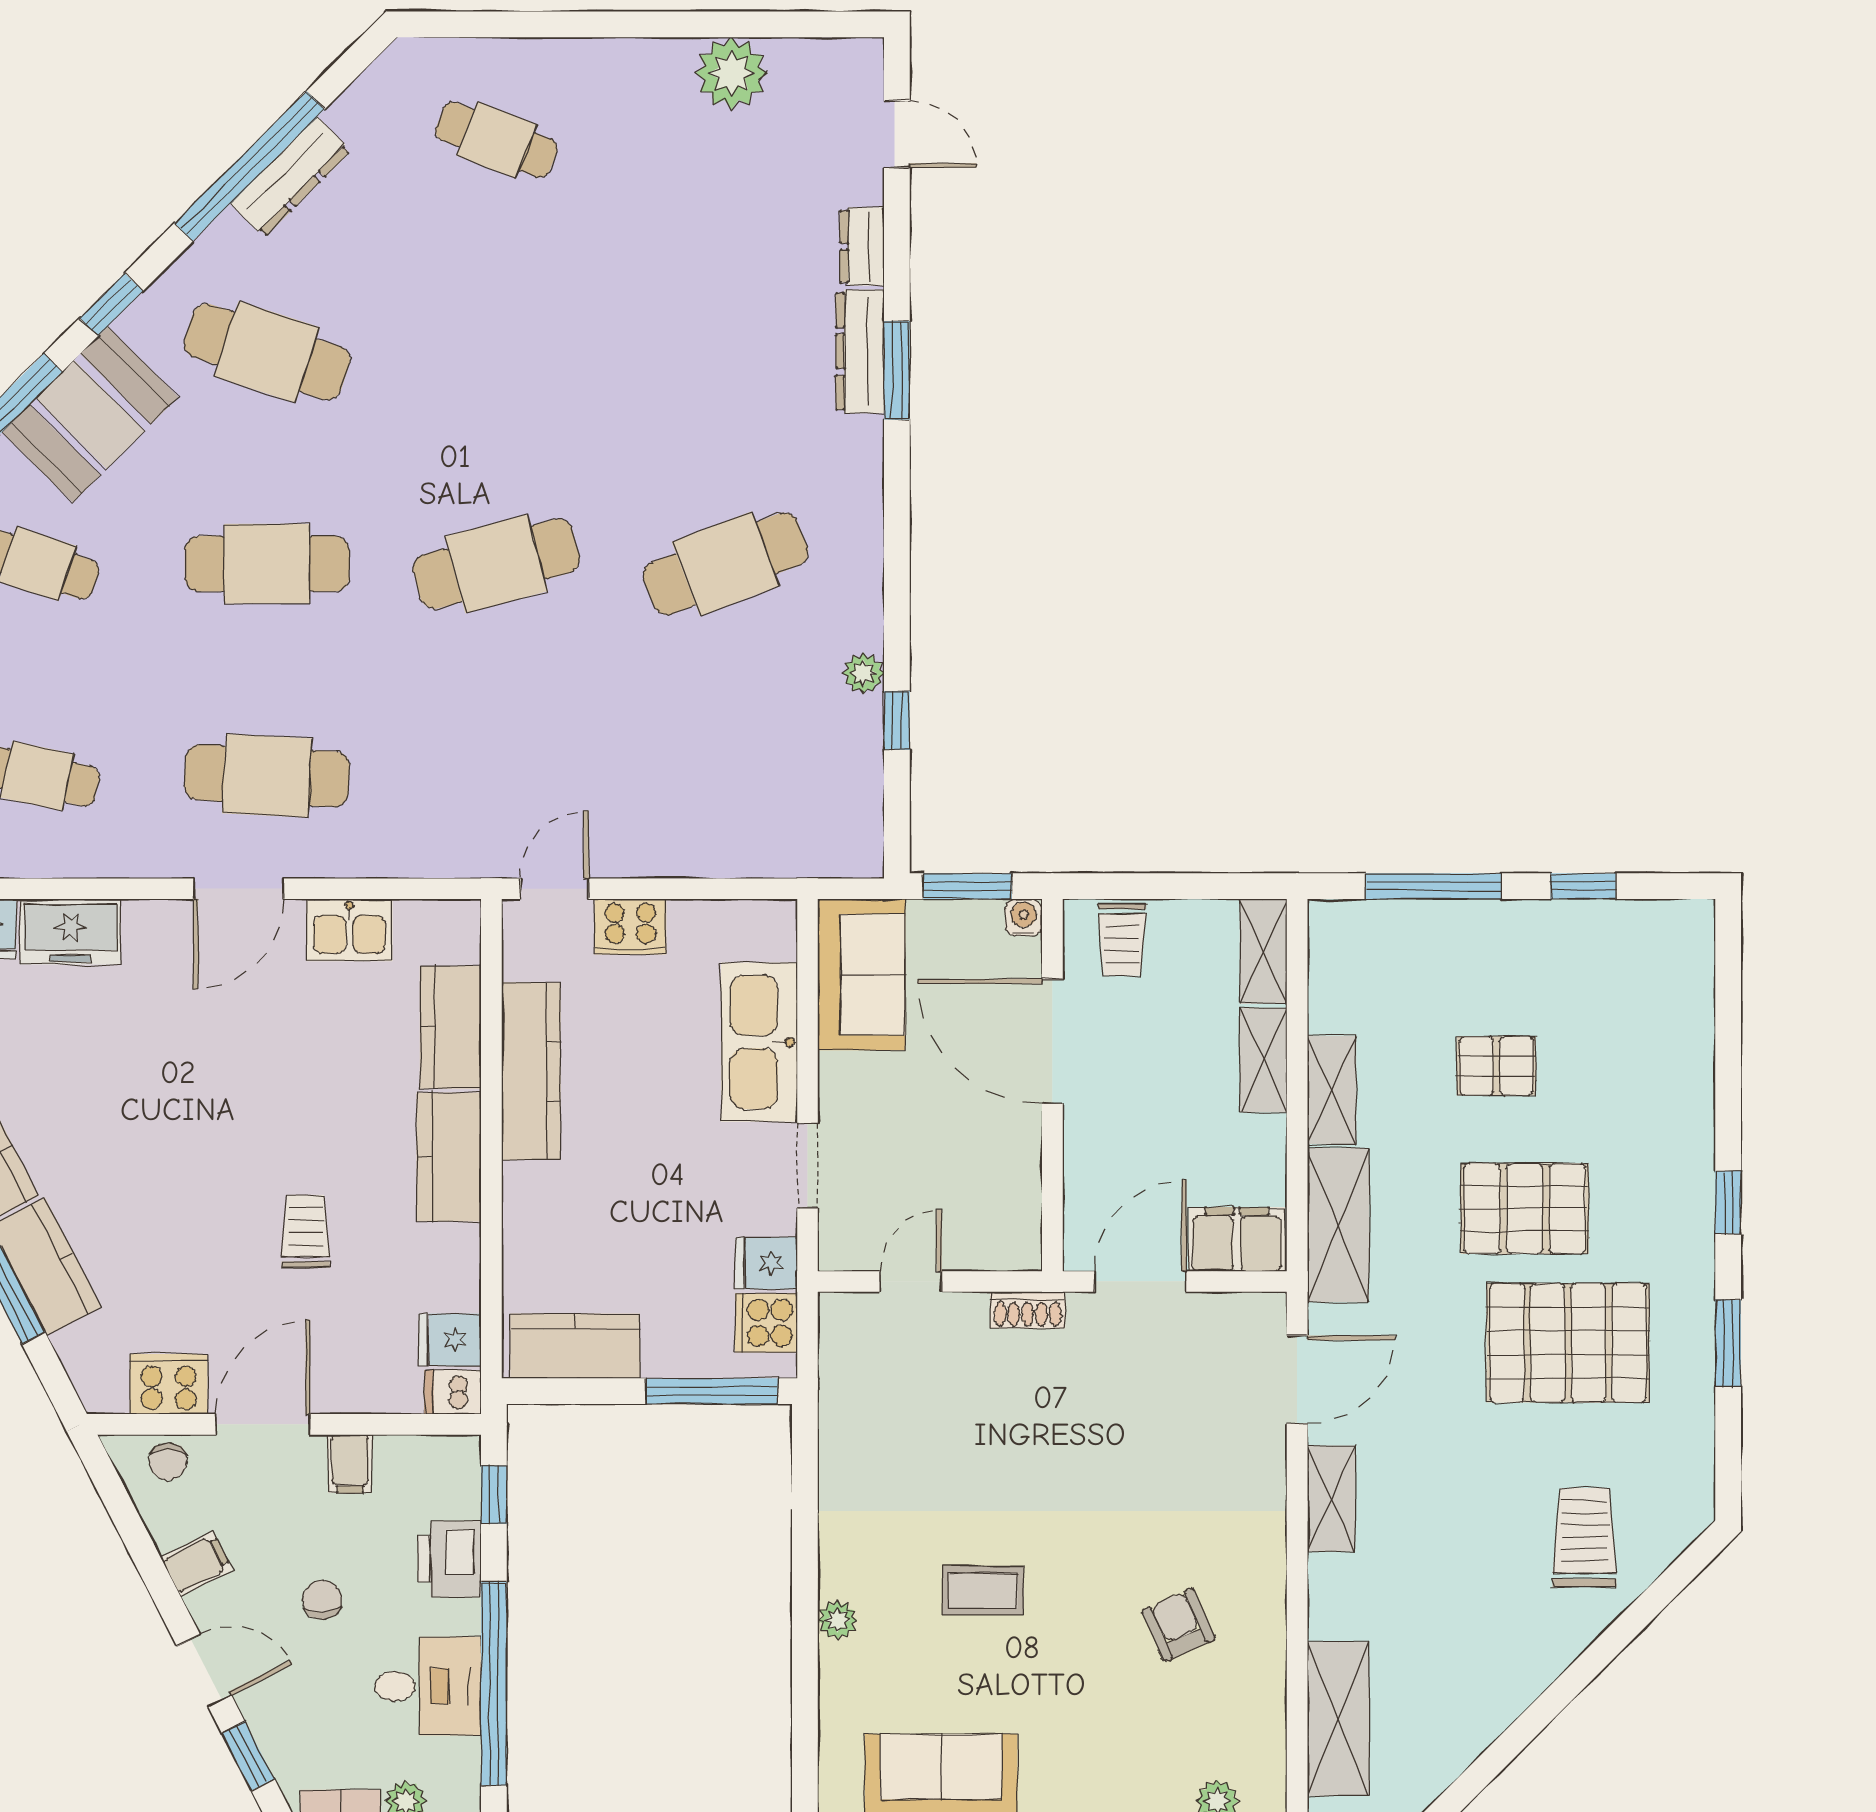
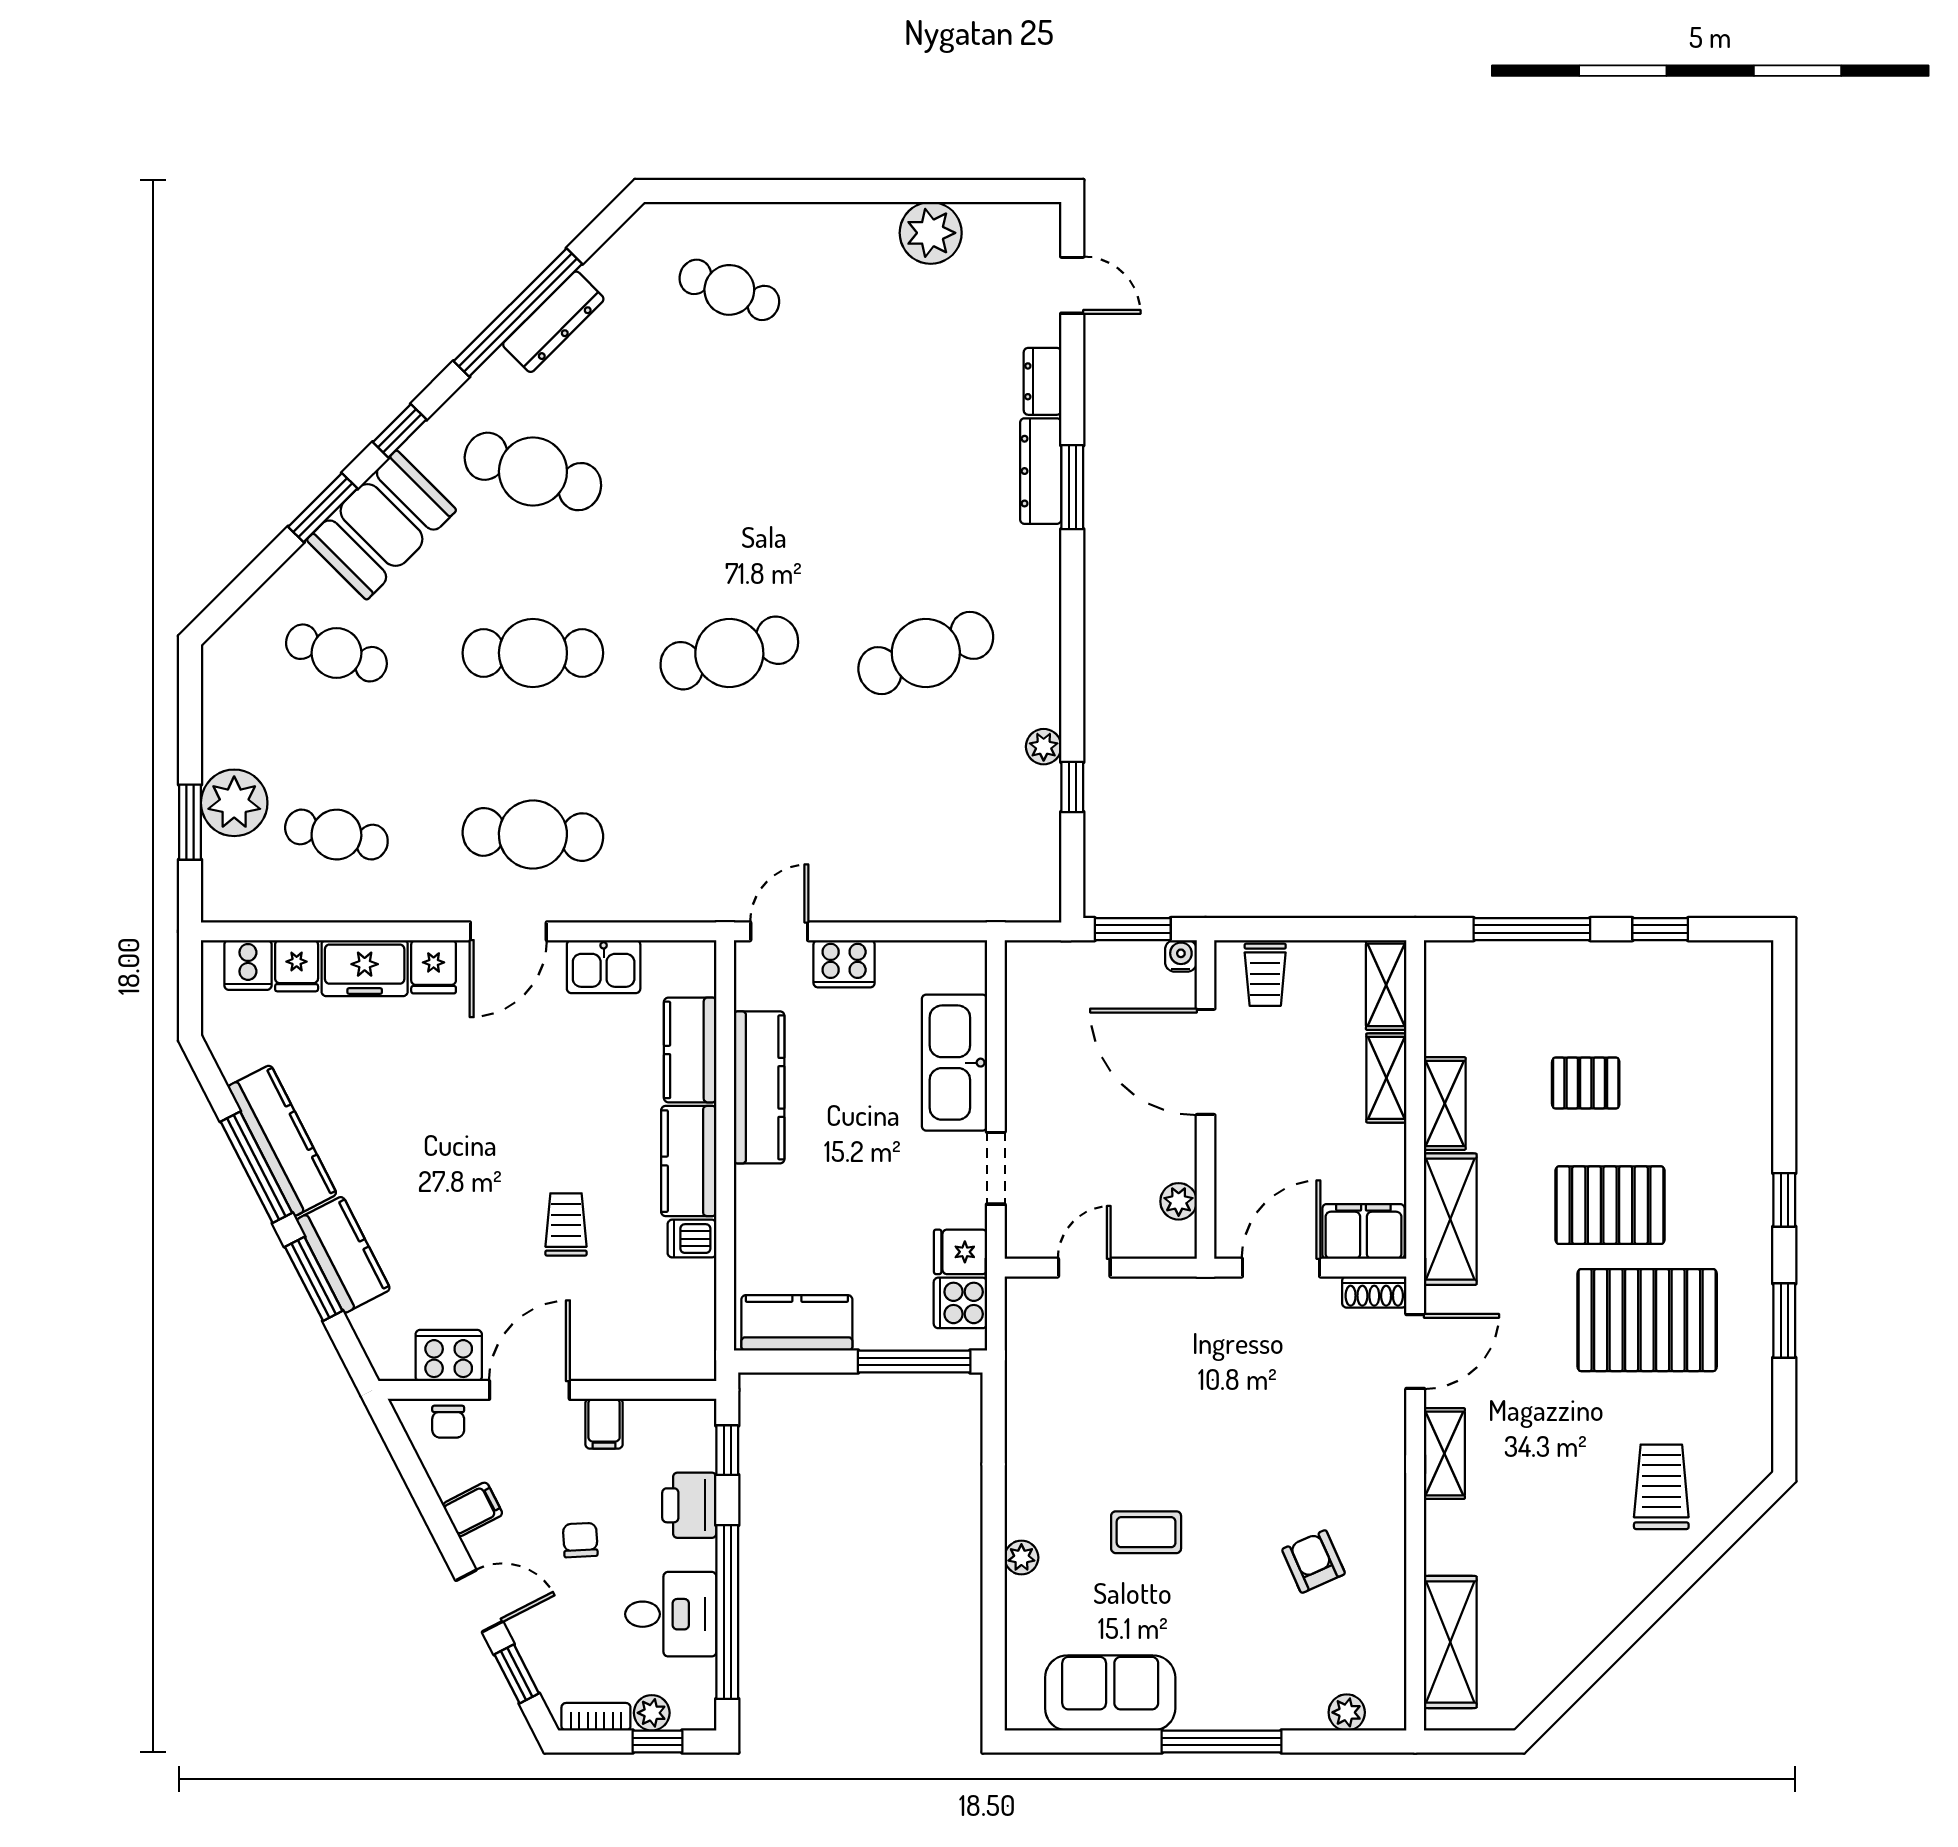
sofa: (861, 975) -> (1042, 1005), removed
plant: (1021, 1204) -> (1179, 1201), added
shoe rack: (1028, 1310) -> (1374, 1292), moved
fridge: (450, 1340) -> (434, 967), moved, turned -90
dishwasher: (453, 1392) -> (692, 1239), moved

